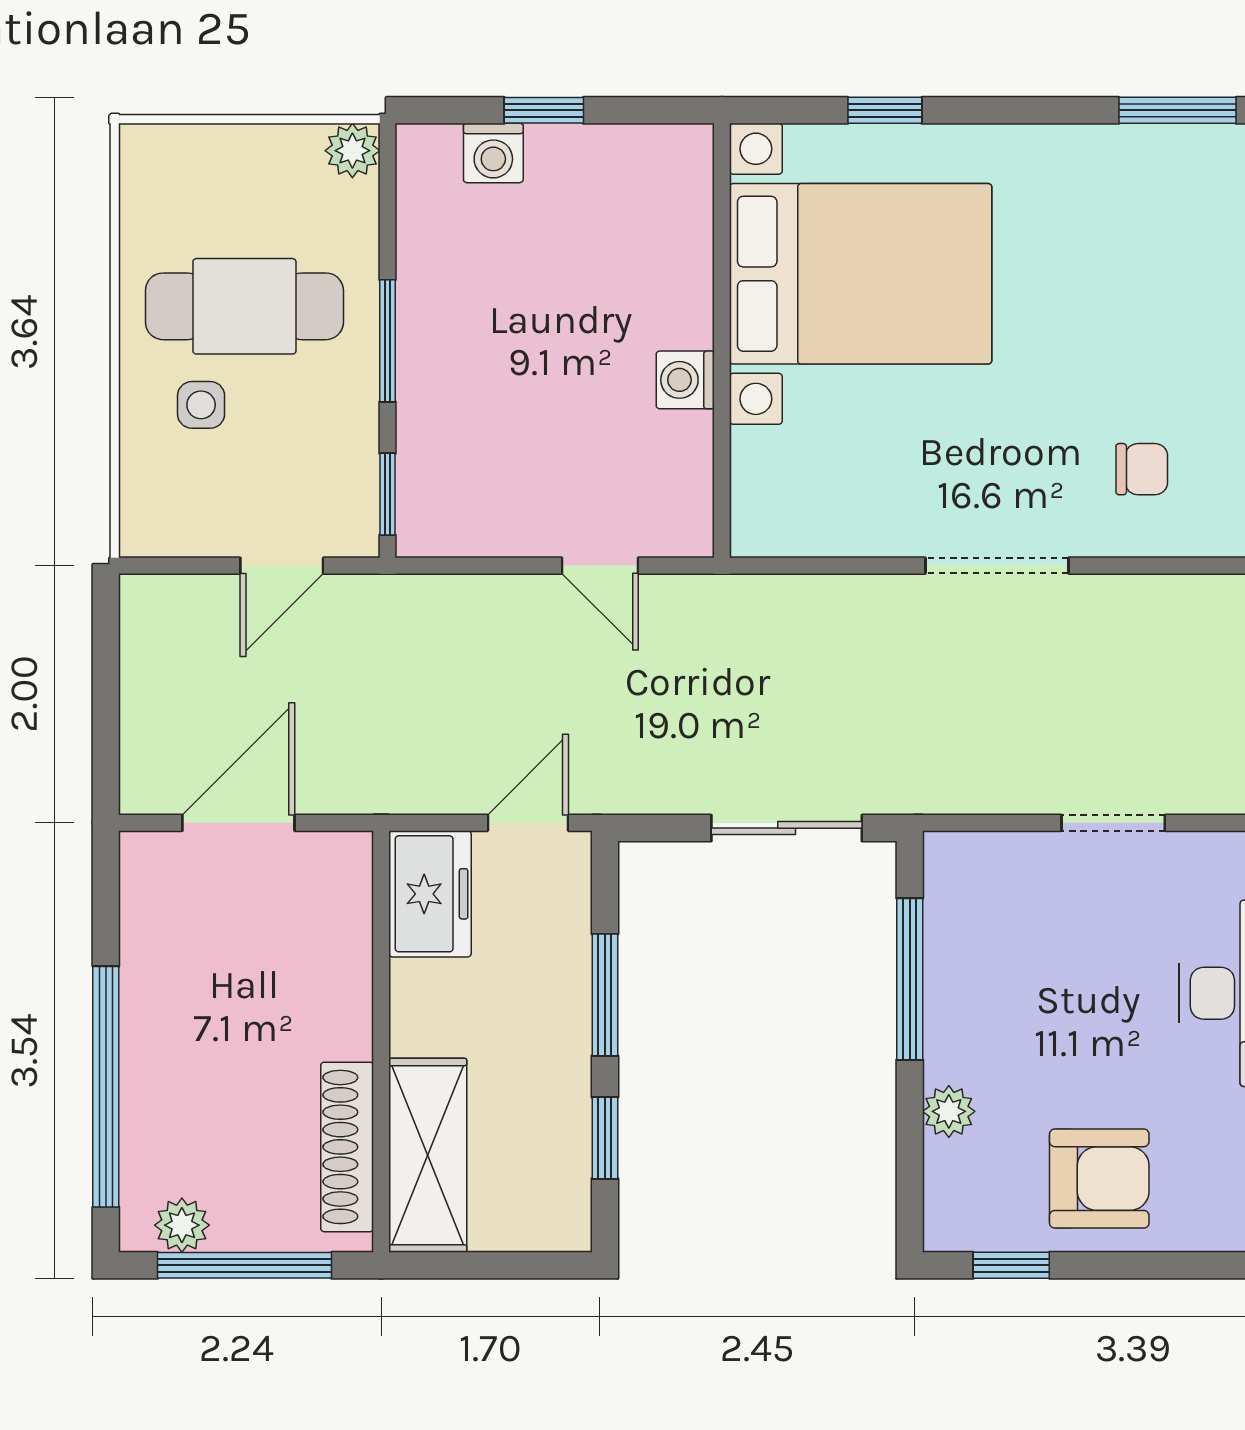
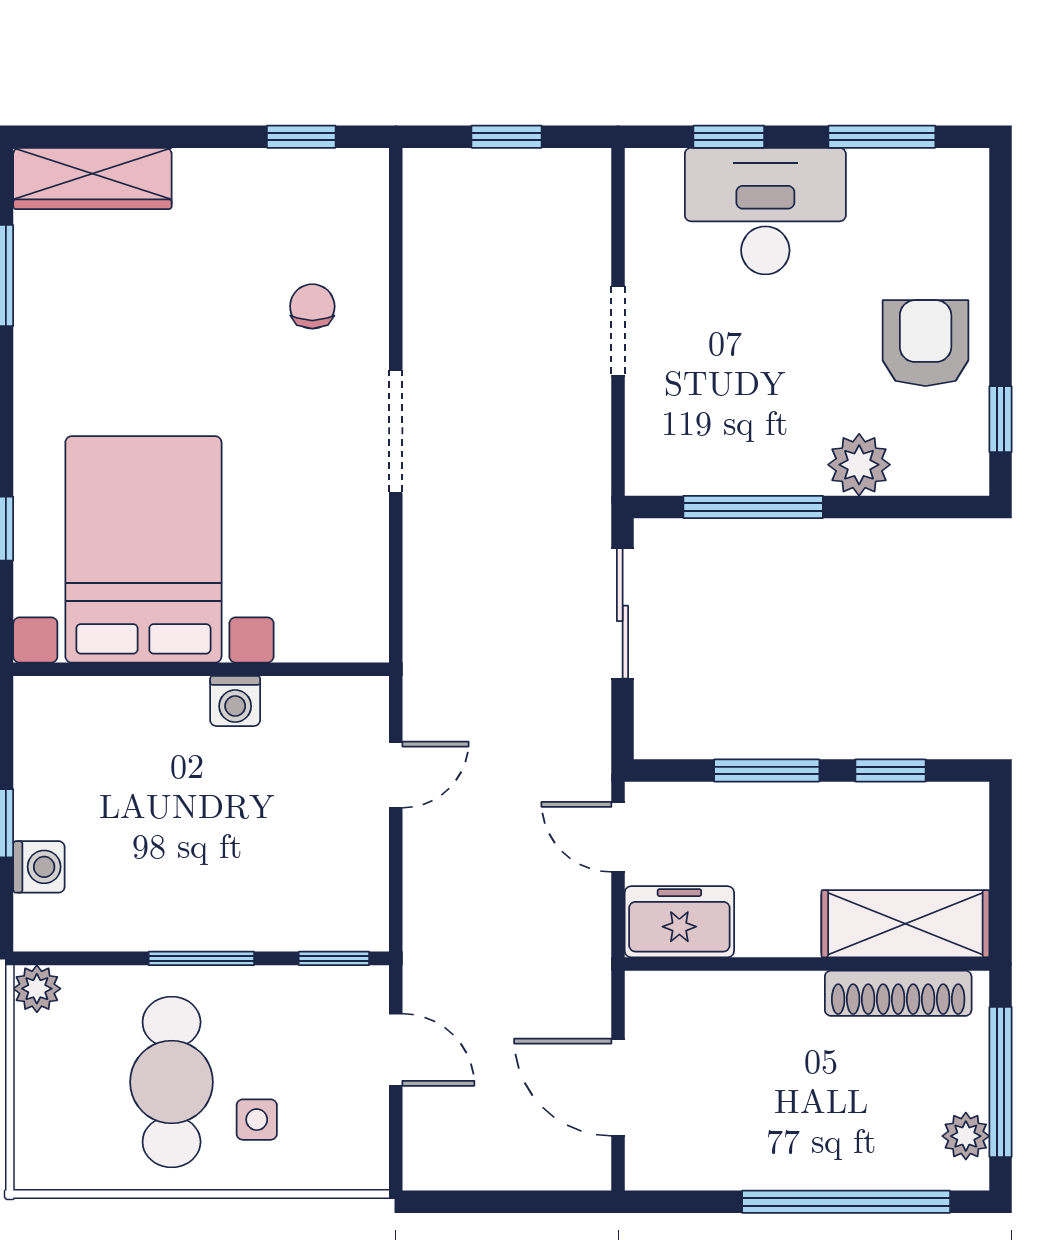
plant: (949, 1111) -> (859, 465), width x1.38, depth x1.38

